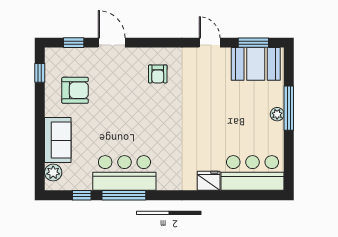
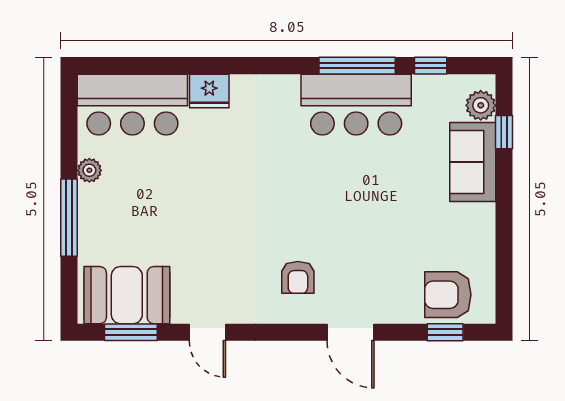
door: (112, 43) -> (351, 332), moved
window: (40, 73) -> (504, 132), moved
armchair: (158, 74) -> (298, 277), turned 180
armchair: (75, 90) -> (448, 295), moved
plant: (277, 114) -> (89, 170), moved

